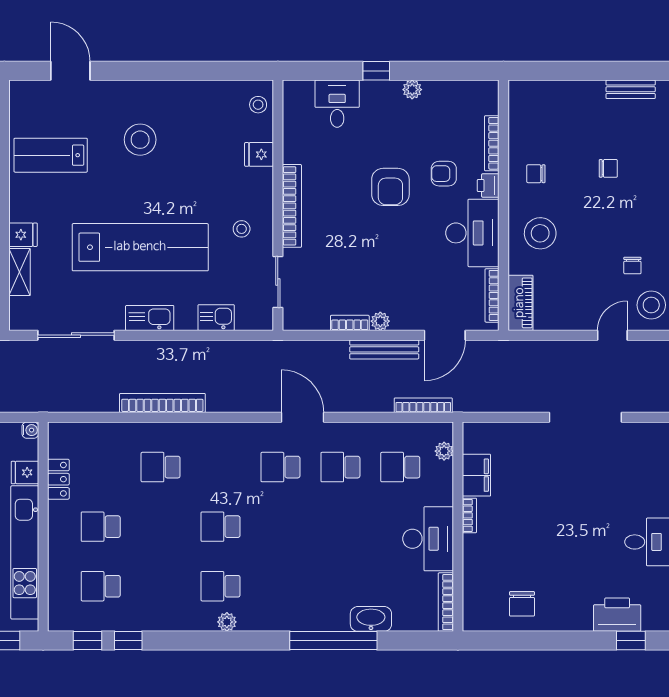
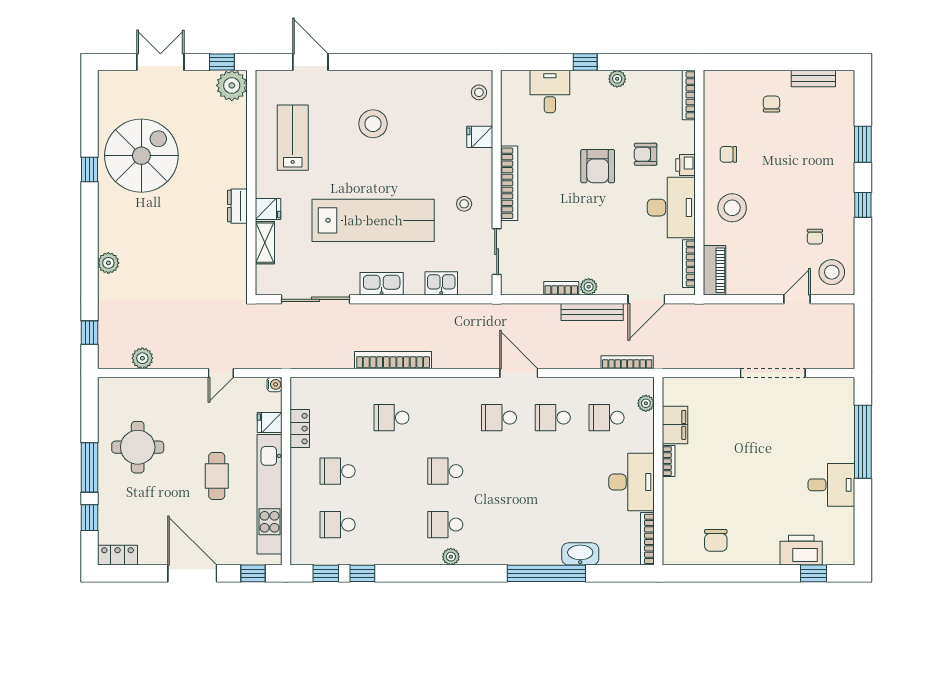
bookcase: (492, 143) -> (689, 95), moved
lab bench: (51, 155) -> (293, 138), turned 90
chair: (608, 168) -> (771, 104), moved, turned -90

